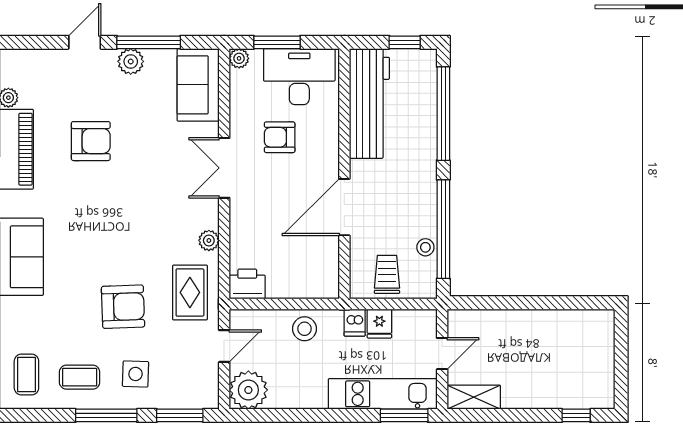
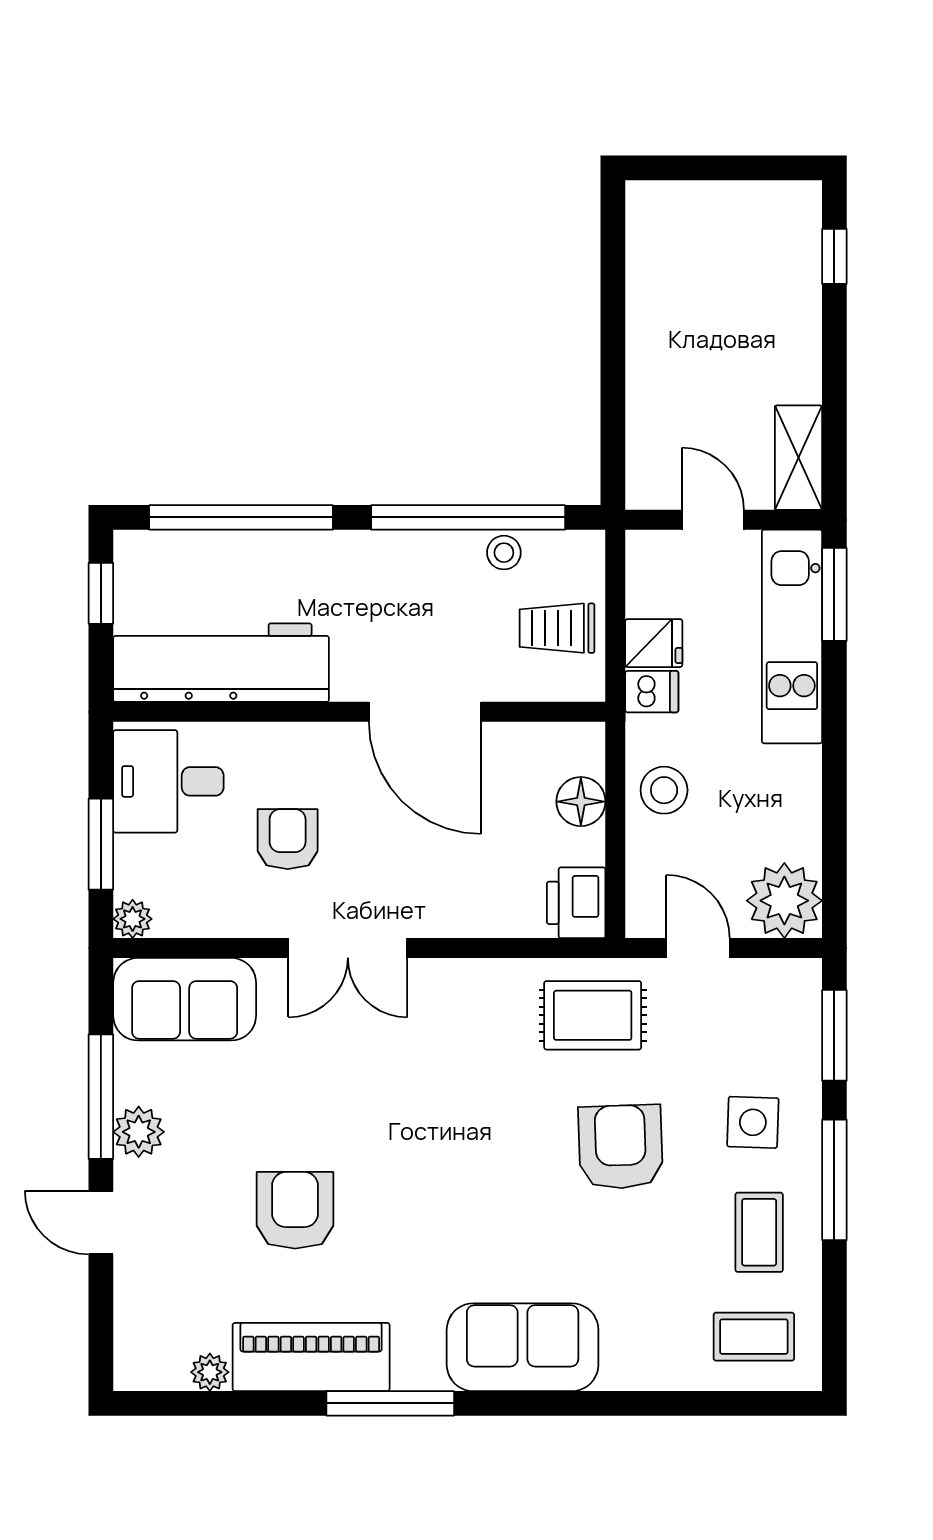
desk: (299, 77) -> (168, 781), width x0.73
armchair: (280, 137) -> (288, 839), turned 180
plant: (209, 240) -> (490, 978), removed
floor lamp: (299, 286) -> (581, 802), added

